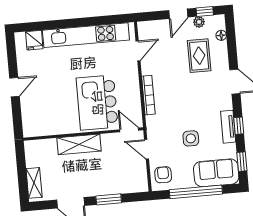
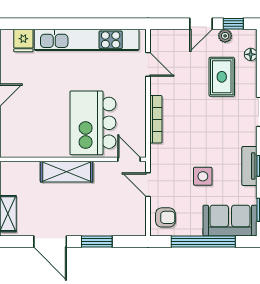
door: (138, 51) -> (148, 64), hinge flipped
armchair: (163, 175) -> (165, 217), turned 90

